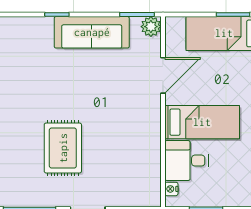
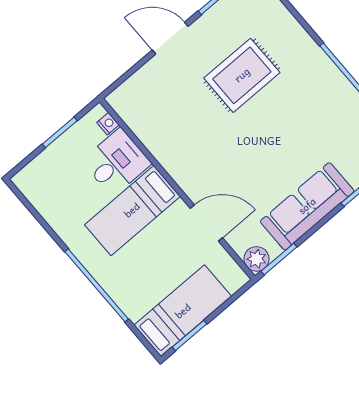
door: (163, 75) -> (206, 223), swing flipped
rug: (63, 148) -> (242, 75), turned 90

